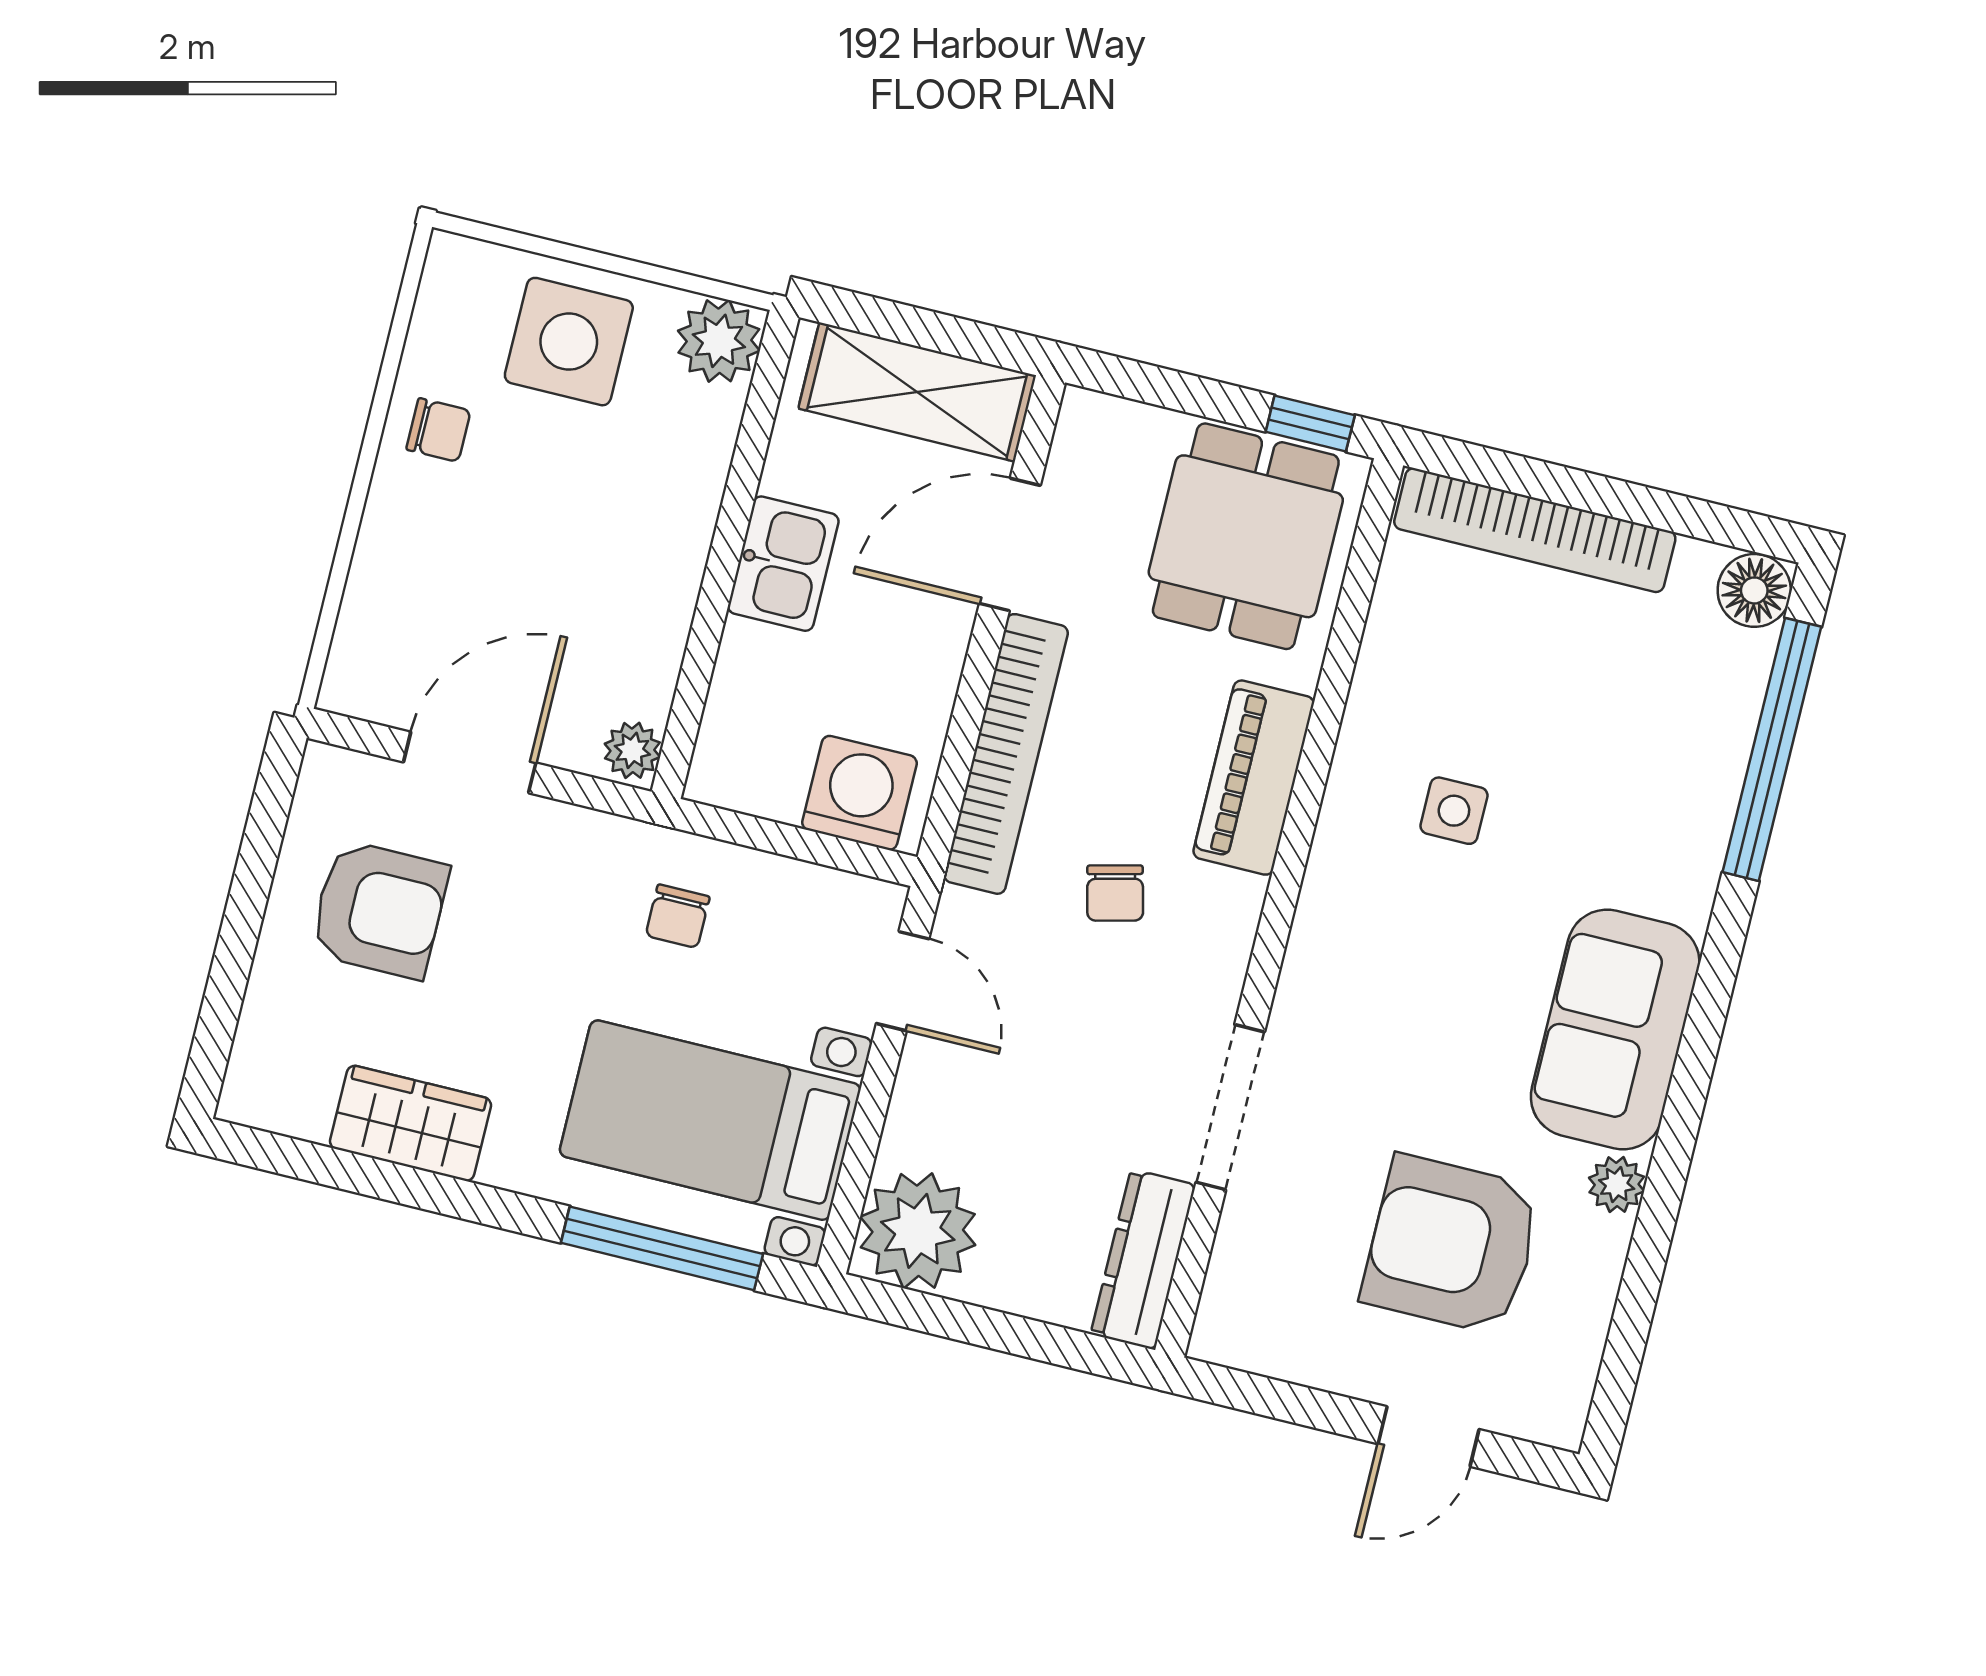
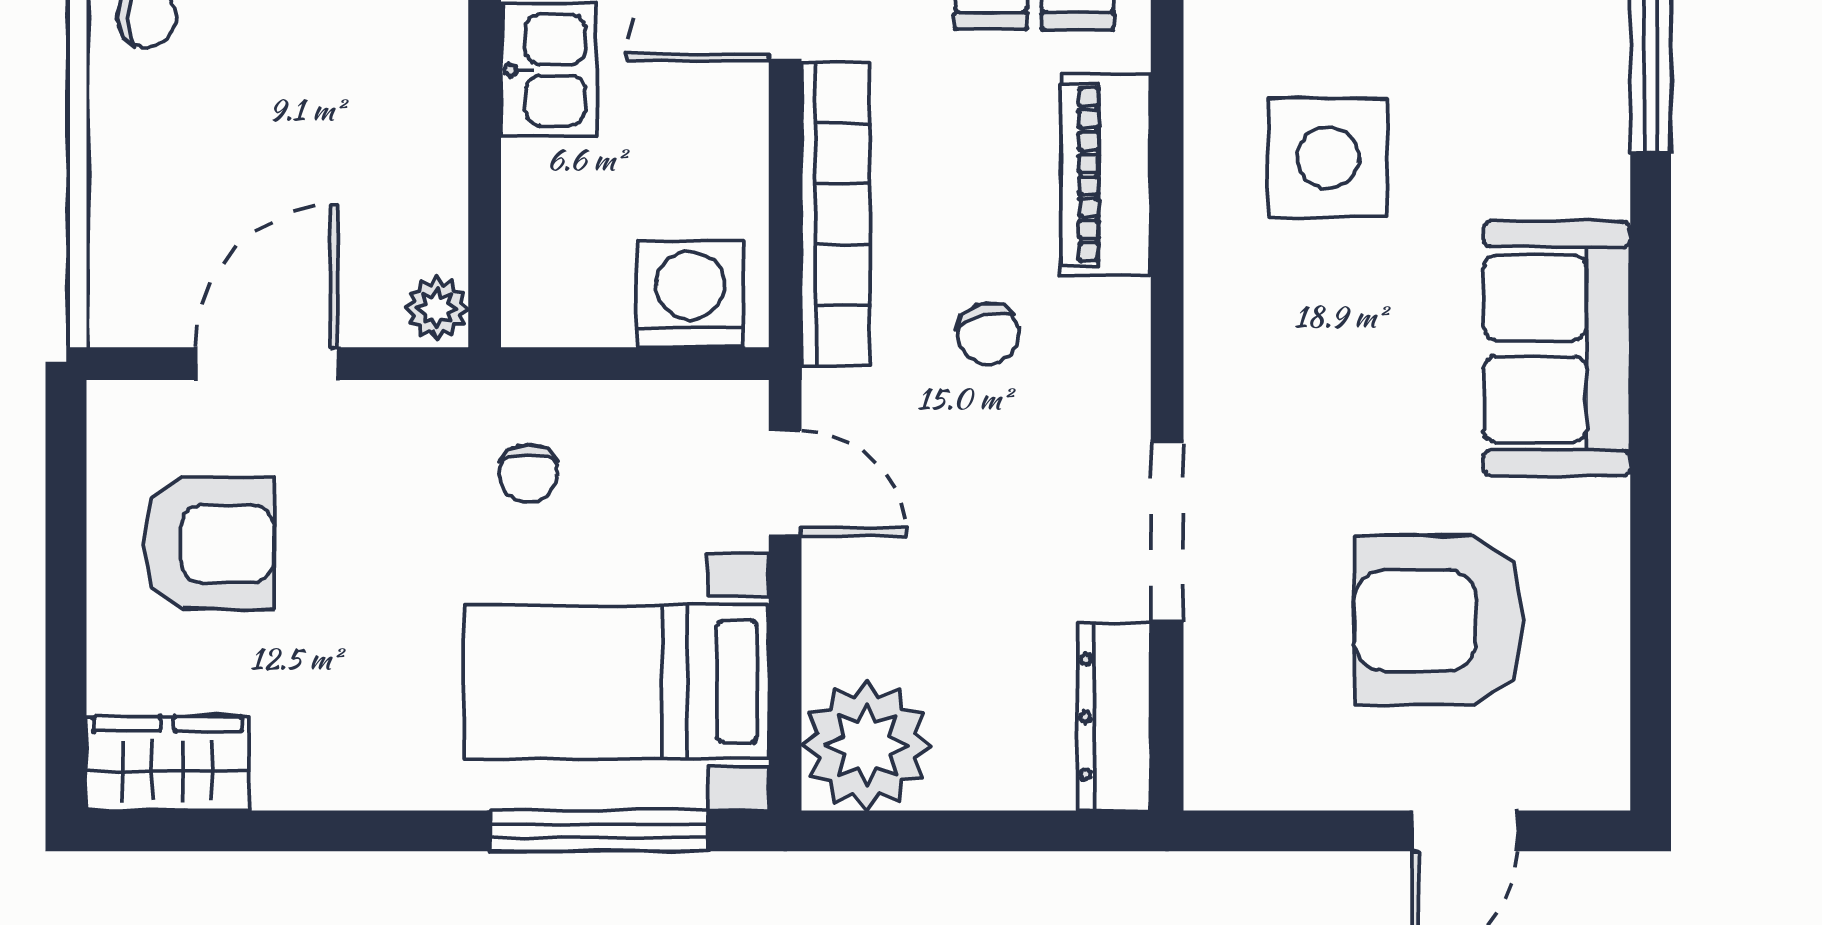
side table: (1454, 811) -> (1328, 157), width x1.87, depth x1.87
wardrobe: (410, 1123) -> (168, 763), moved
plant: (1617, 1185) -> (1599, 513), removed

